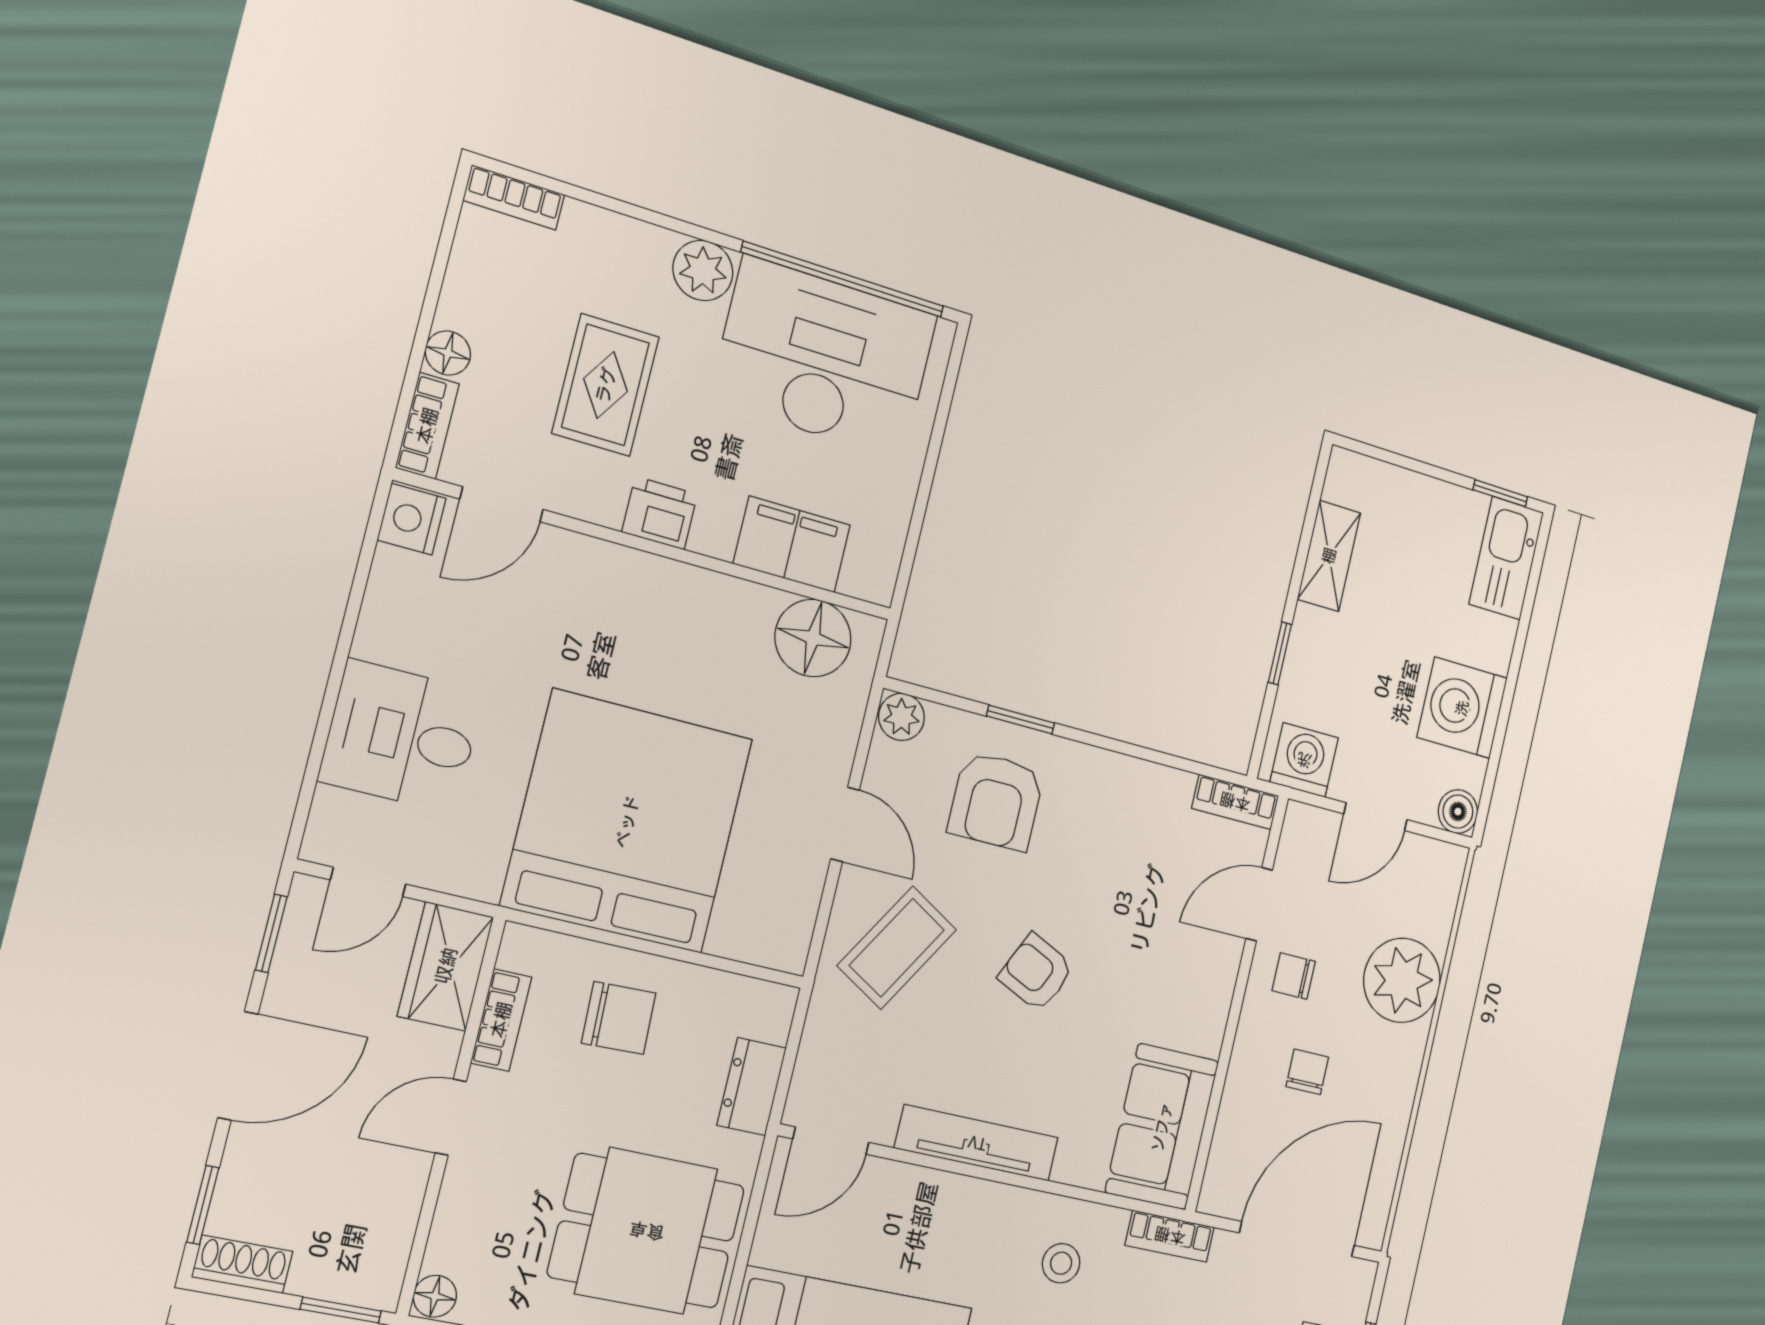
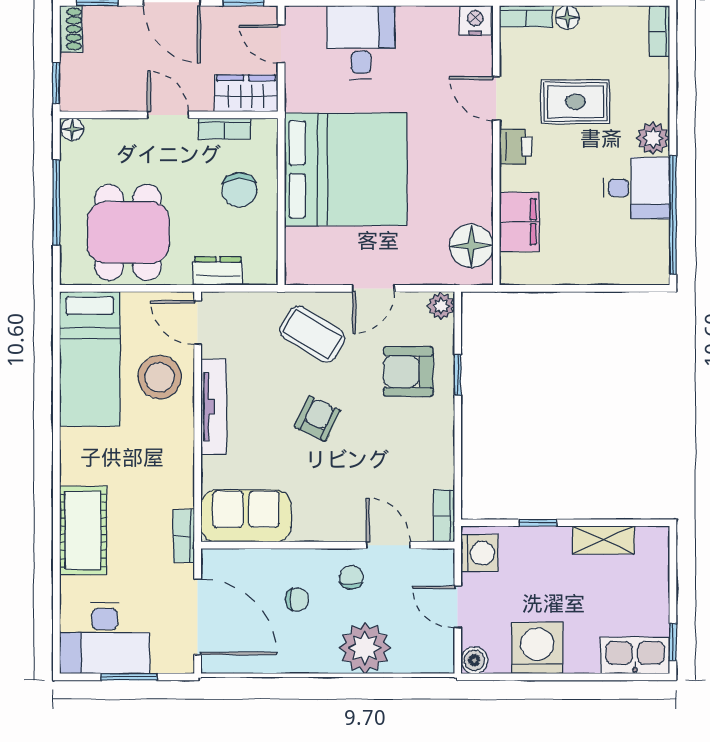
desk: (824, 358) -> (636, 188), width x0.53, depth x0.77
door: (502, 504) -> (496, 98), moved
stool: (1061, 1263) -> (160, 377), moved, width x1.89, depth x1.89

